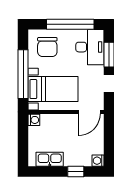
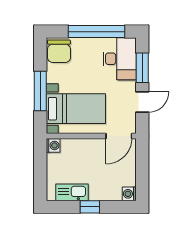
chair: (47, 47) -> (59, 51), moved
window: (23, 74) -> (40, 91), width x0.68
window: (76, 172) -> (90, 207), moved

